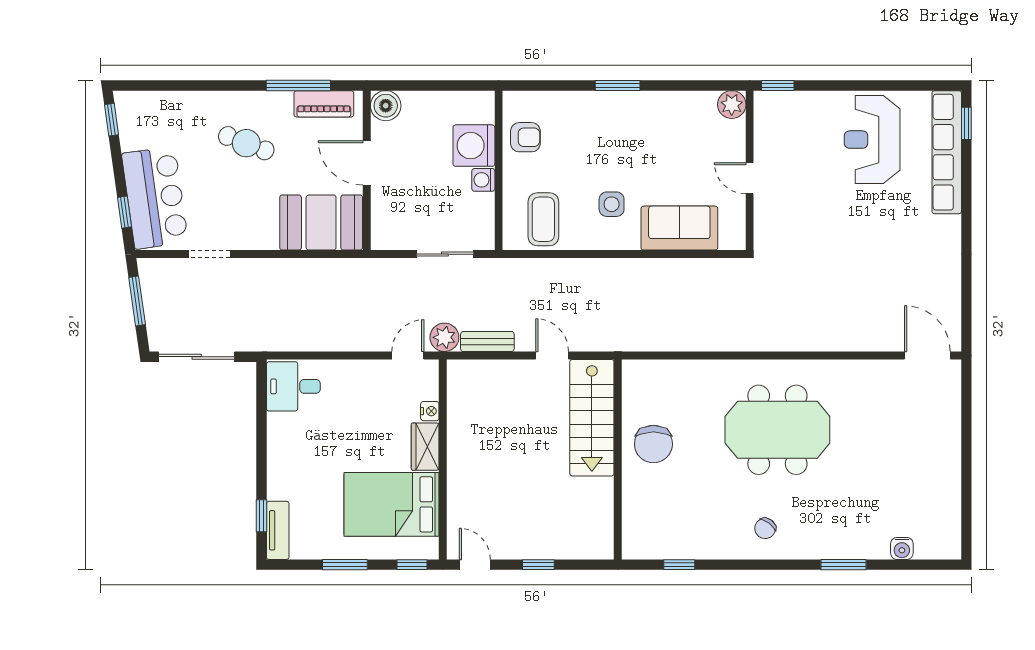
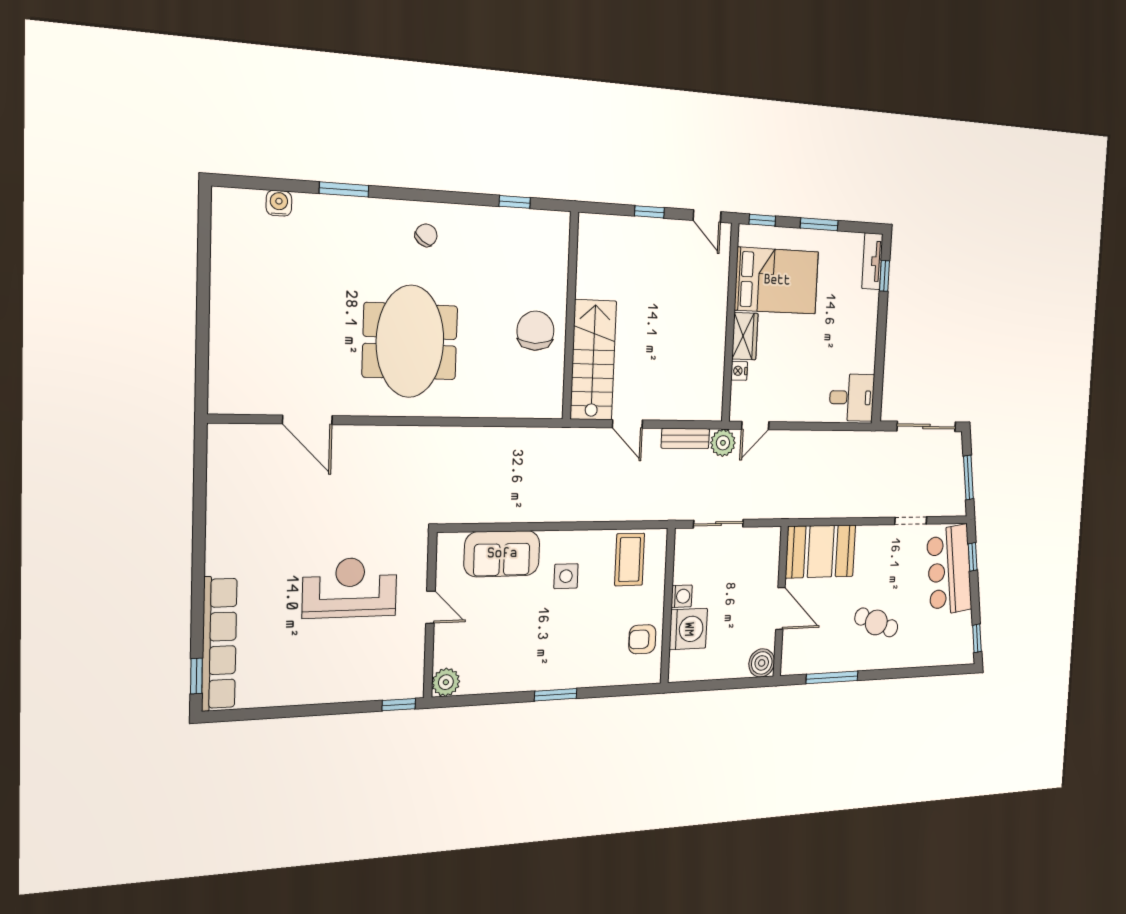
piano: (324, 104) -> (812, 662), removed
reception desk: (872, 140) -> (350, 588), moved, turned -90
door: (927, 355) -> (307, 420), moved
meeting table: (777, 430) -> (410, 341), turned 90

